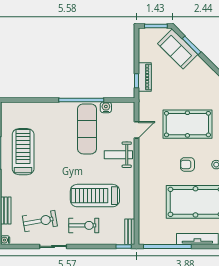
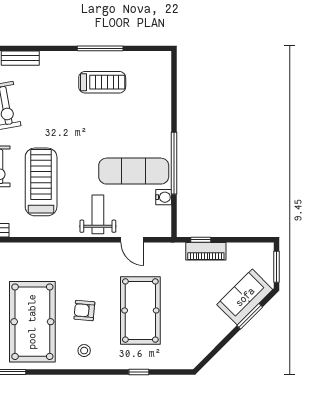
treadmill: (23, 152) -> (102, 82), width x0.73, depth x0.73
armchair: (187, 164) -> (84, 311), turned -85

